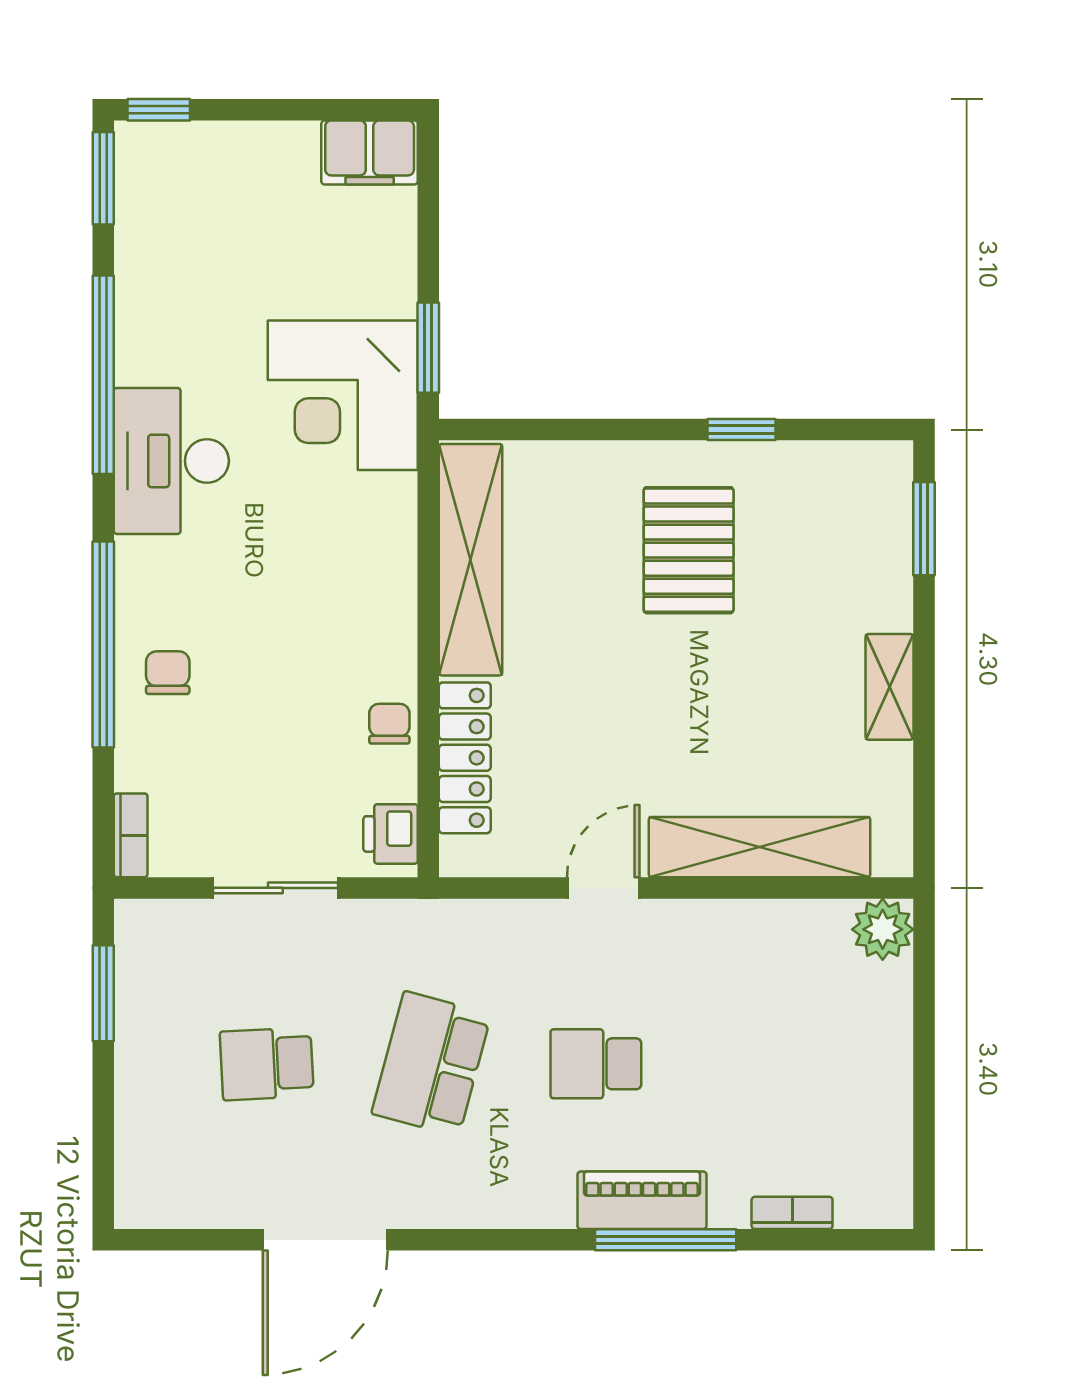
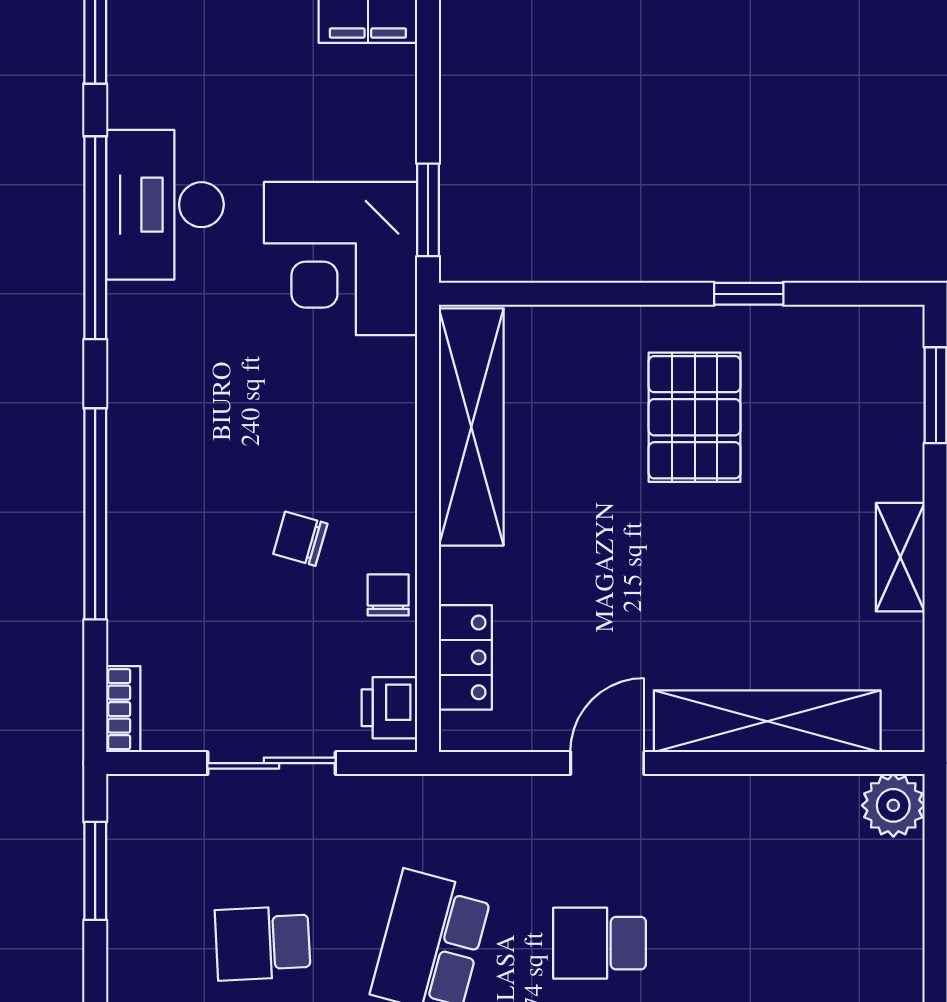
desk: (171, 461) -> (165, 205), moved
chair: (168, 673) -> (300, 539), moved, turned -74
locker: (465, 758) -> (465, 657), width x0.66

